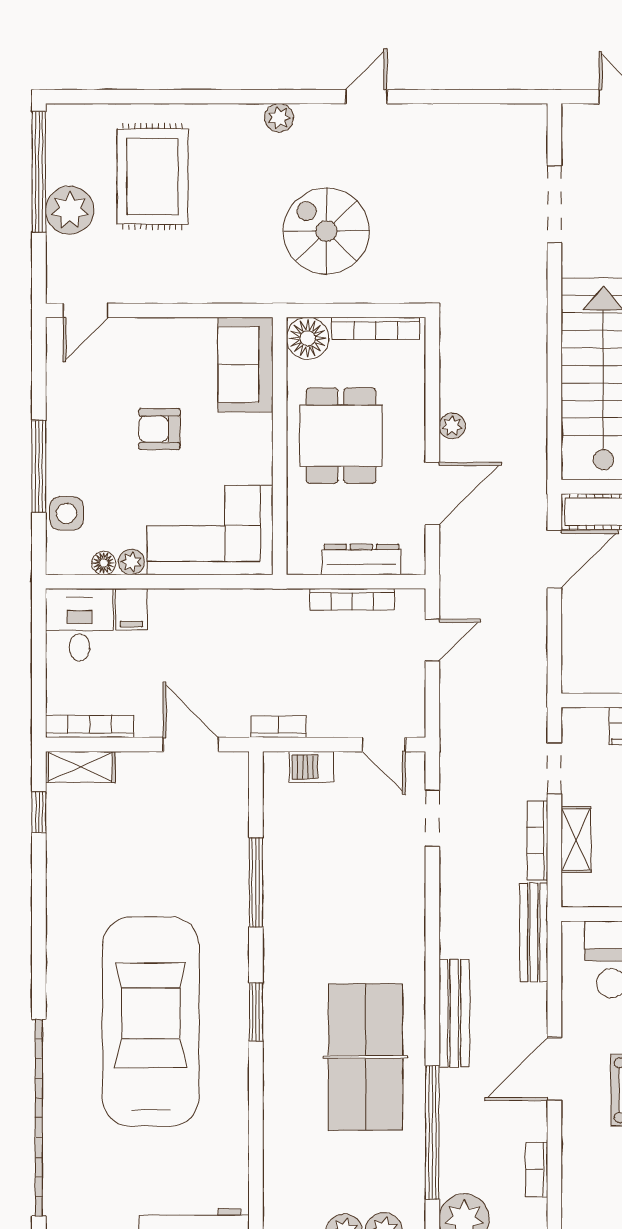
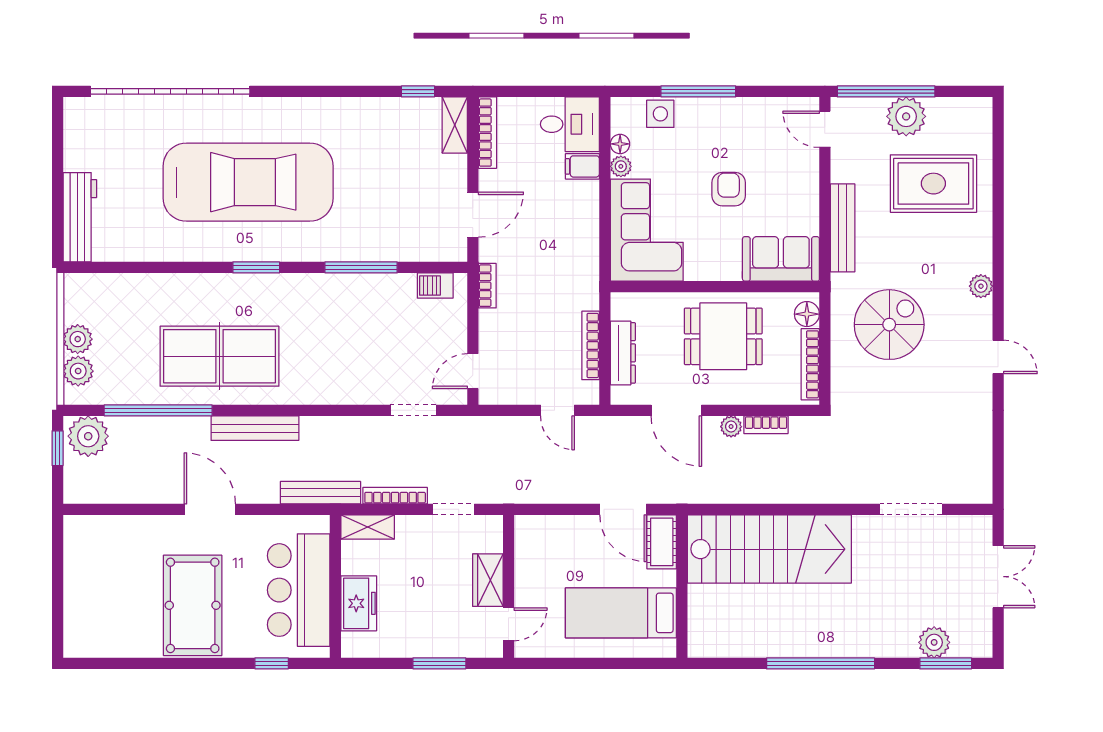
window: (39, 172) -> (886, 91), moved
bench: (207, 288) -> (843, 228), added
floor lamp: (308, 338) -> (807, 314), width x0.73, depth x0.73
barbecue: (311, 767) -> (435, 286), moved, turned -90
shelving: (576, 840) -> (368, 527), moved
bookcase: (537, 1170) -> (766, 425), moved, turned 180

